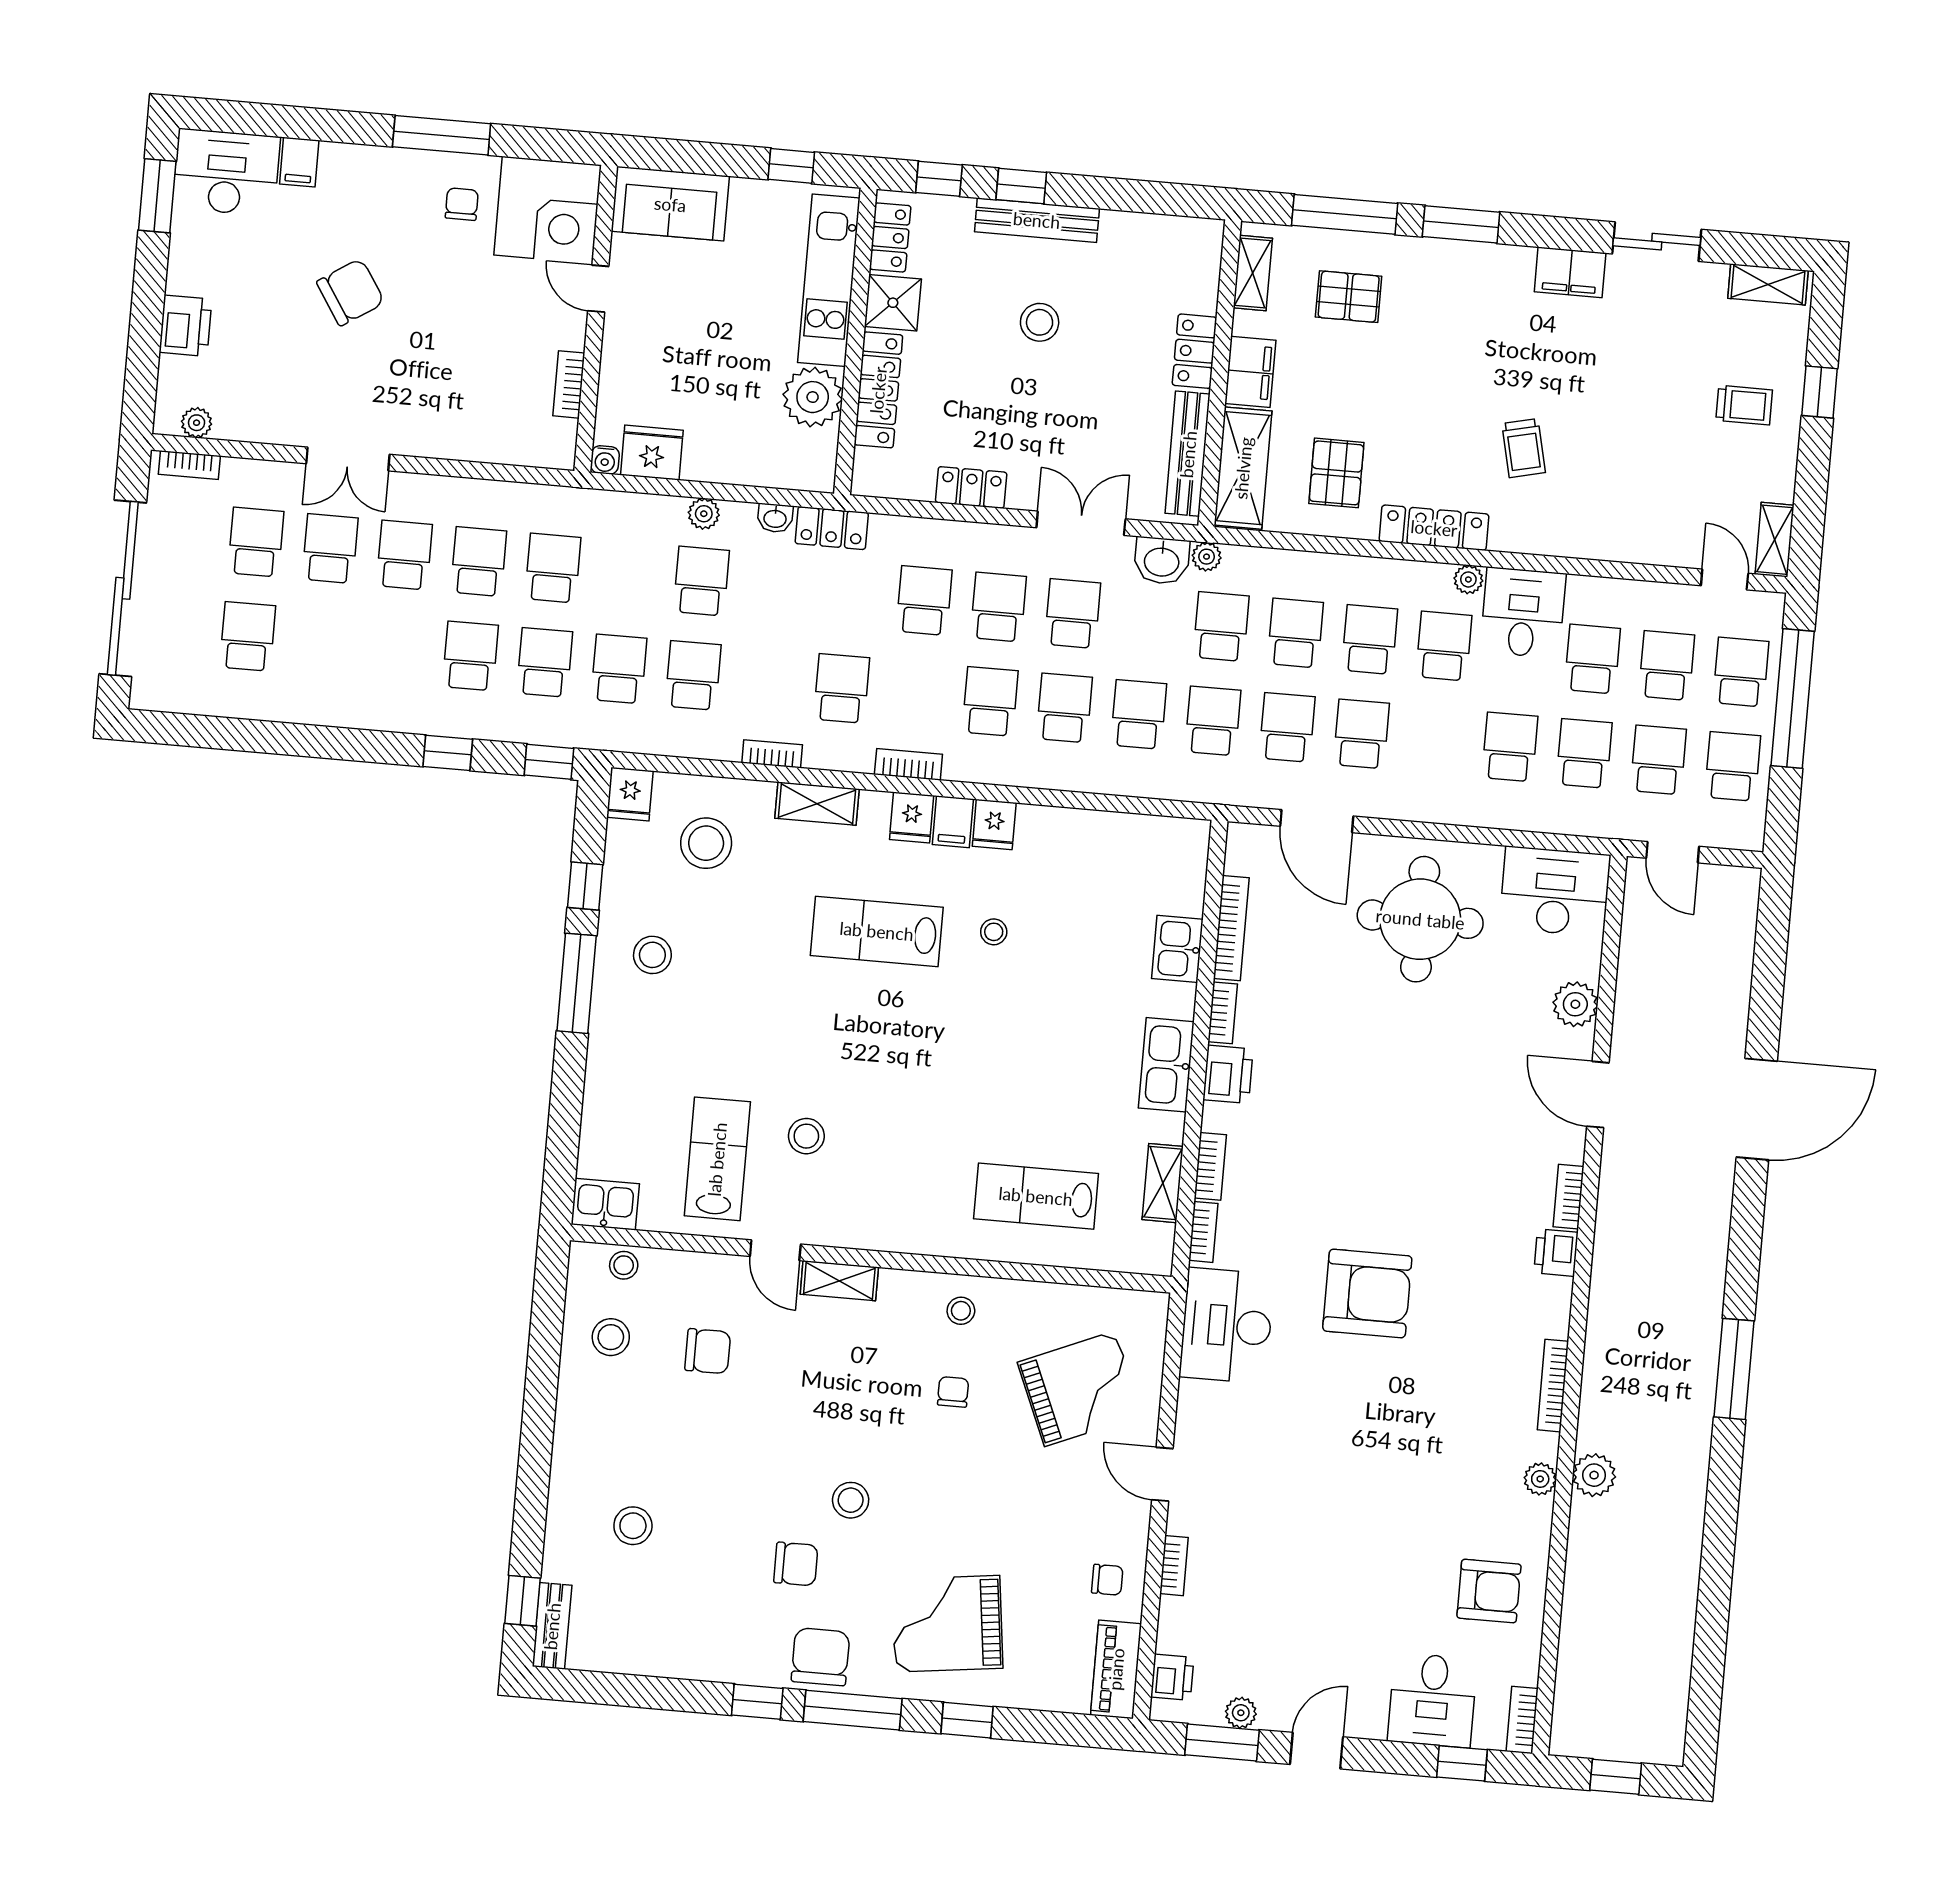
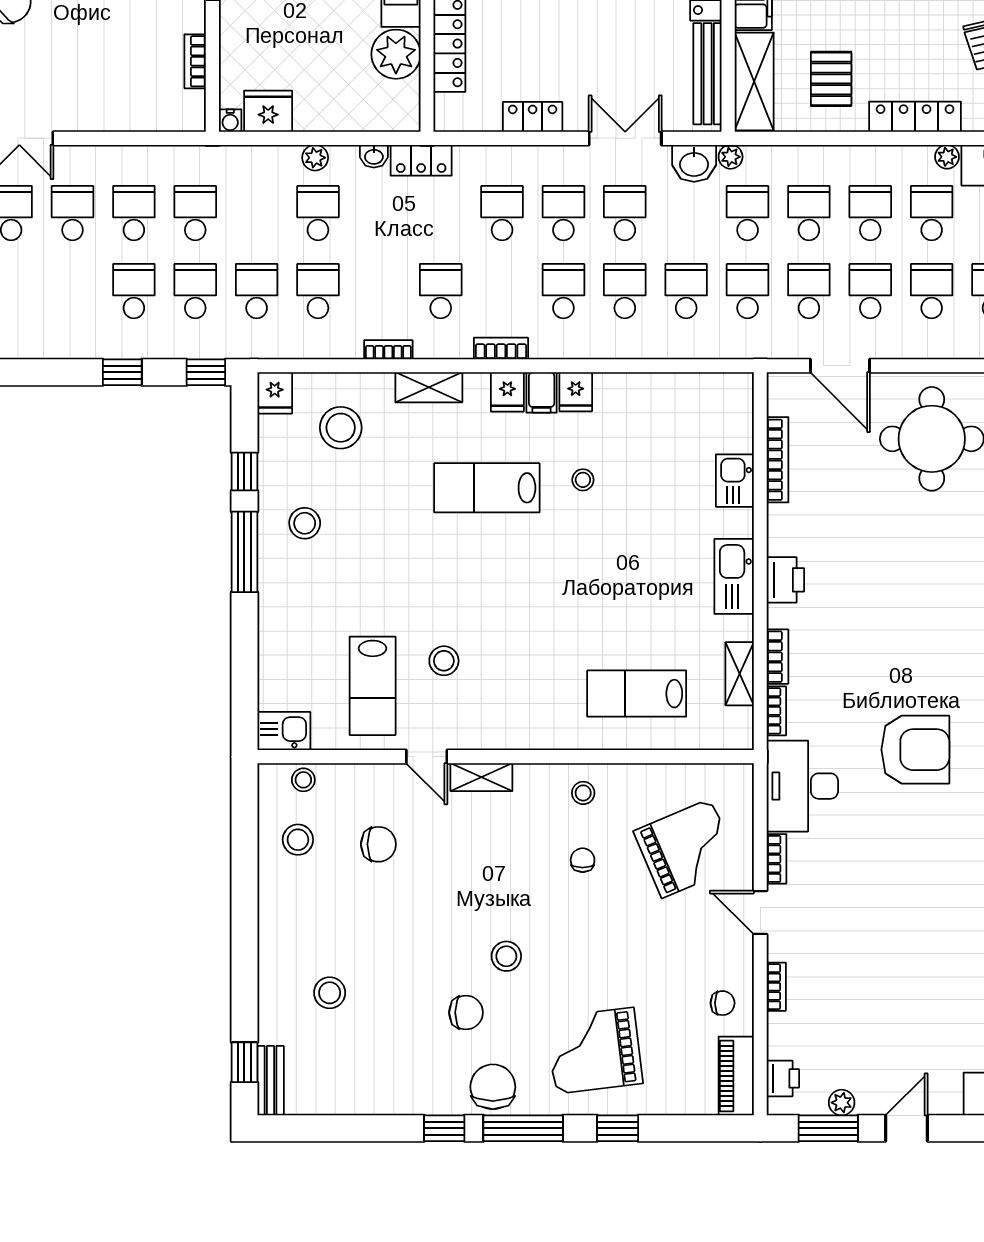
school desk: (1436, 740) -> (932, 291), added
bookcase: (1223, 1013) -> (777, 859), moved
lab bench: (717, 1159) -> (373, 686), turned 180

